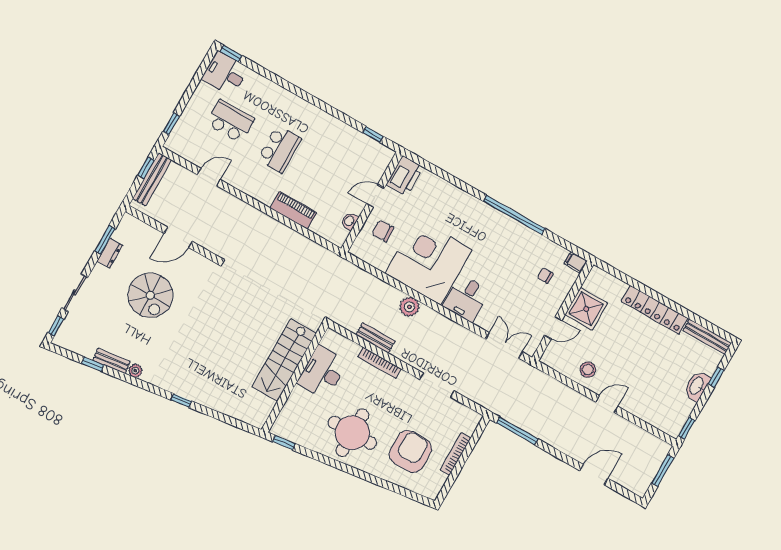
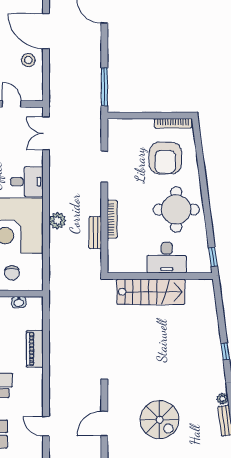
door: (178, 237) -> (104, 424), swing flipped
spiral stairs: (150, 295) -> (160, 420), turned 90
desk: (322, 372) -> (167, 258), moved
door: (607, 404) -> (46, 31), width x1.87
armchair: (410, 451) -> (165, 158), turned -90
bookcase: (455, 454) -> (173, 123), moved

